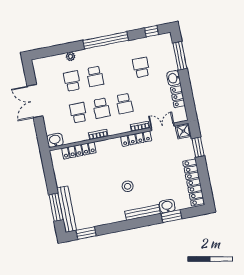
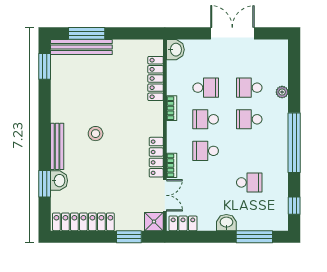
school desk: (72, 81) -> (249, 88), turned 180
locker: (178, 97) -> (183, 223), moved

